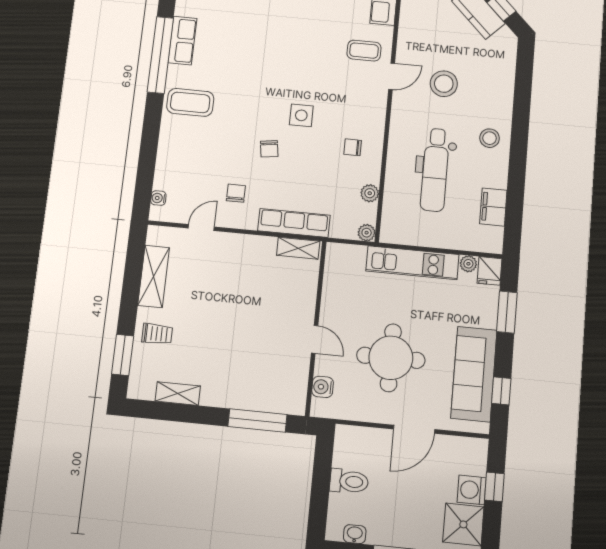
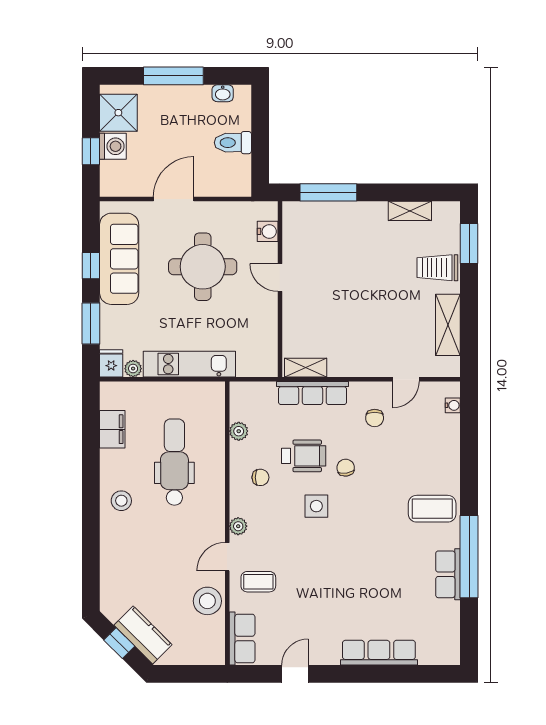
stool: (444, 84) -> (207, 601), moved
wheelchair: (309, 164) -> (304, 456), added
plant: (367, 233) -> (238, 526), moved
trolley: (157, 334) -> (437, 268), width x1.36, depth x1.39
window: (501, 391) -> (91, 266), moved

